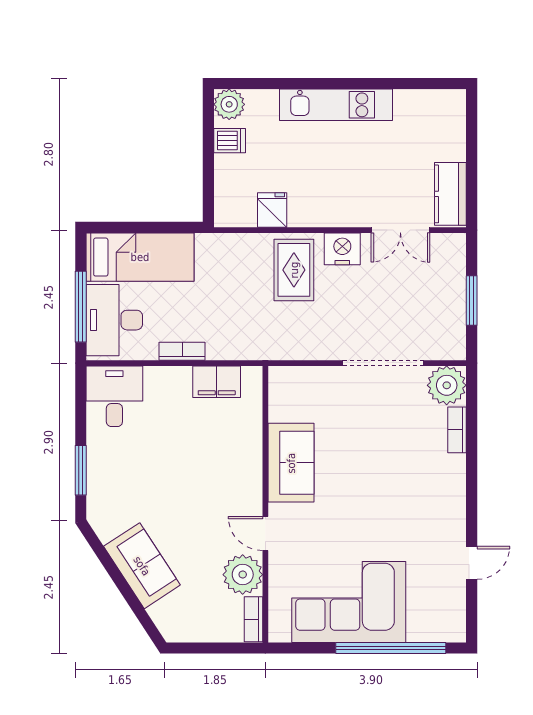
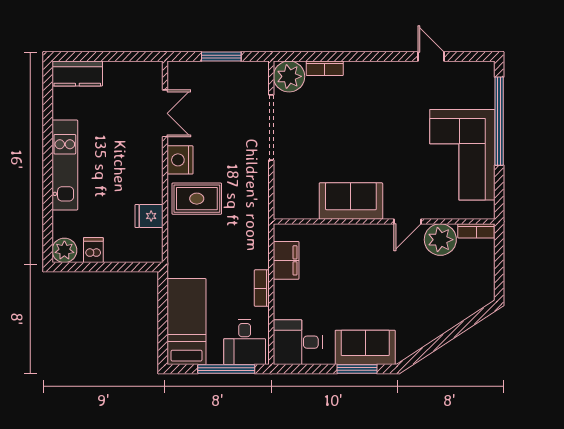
kitchen counter: (450, 194) -> (77, 73), moved
desk: (114, 320) -> (245, 342), width x0.73
sofa: (142, 566) -> (365, 347), moved, turned 33

